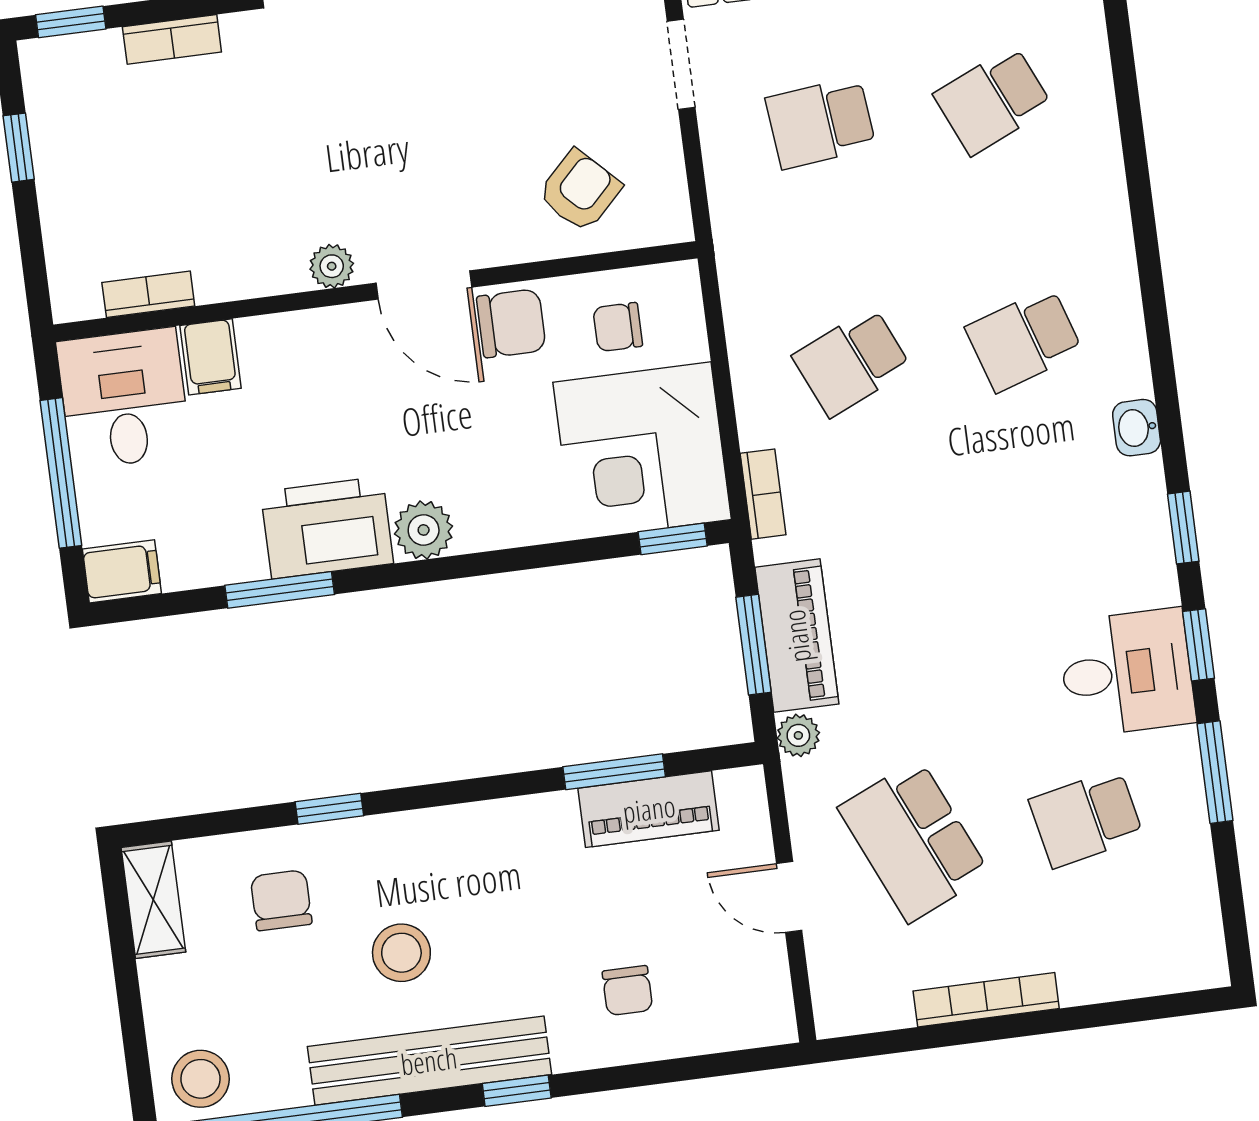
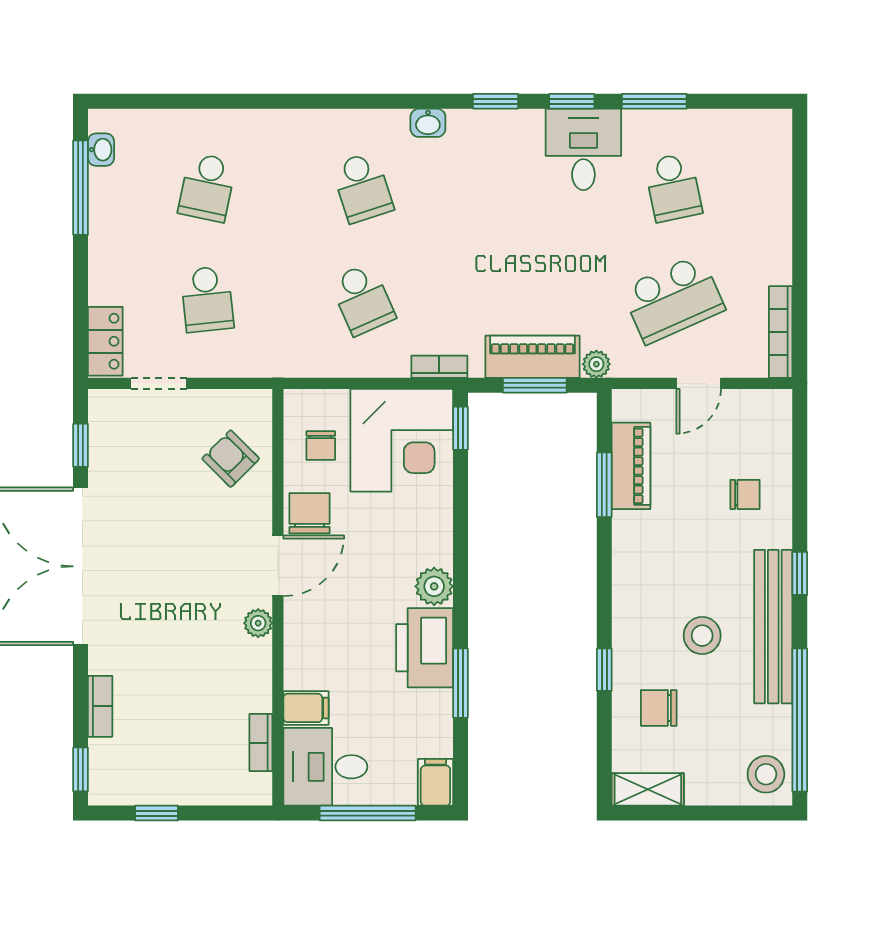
school desk: (993, 100) -> (207, 187), turned 36
bookcase: (986, 1000) -> (781, 332), moved

